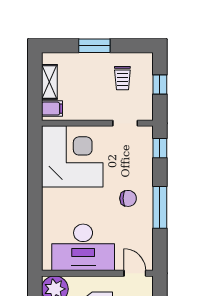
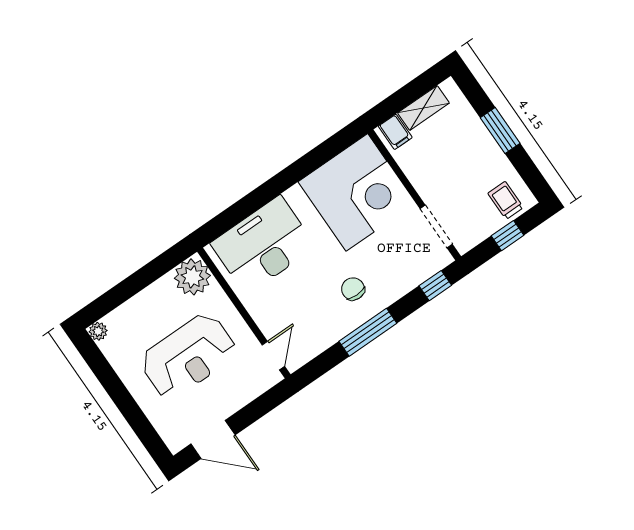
trolley: (122, 78) -> (506, 200), moved, turned 90
doorway: (125, 123) -> (436, 227), width x1.38
chair: (128, 198) -> (353, 289), turned 180
desk: (83, 247) -> (263, 245), moved, turned 90

